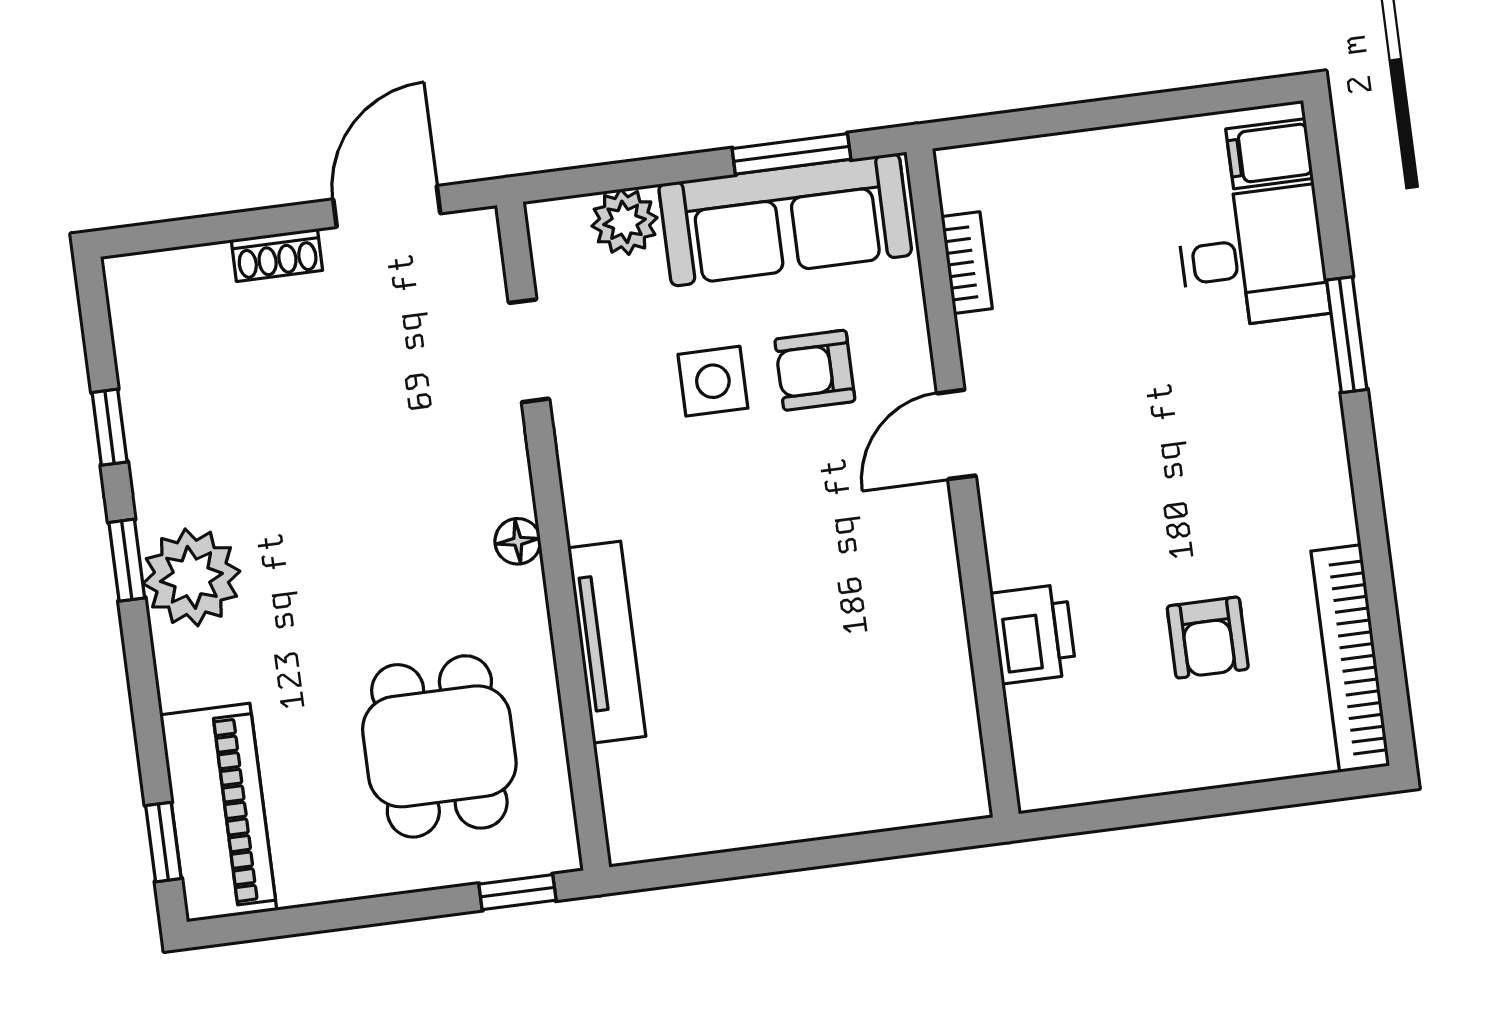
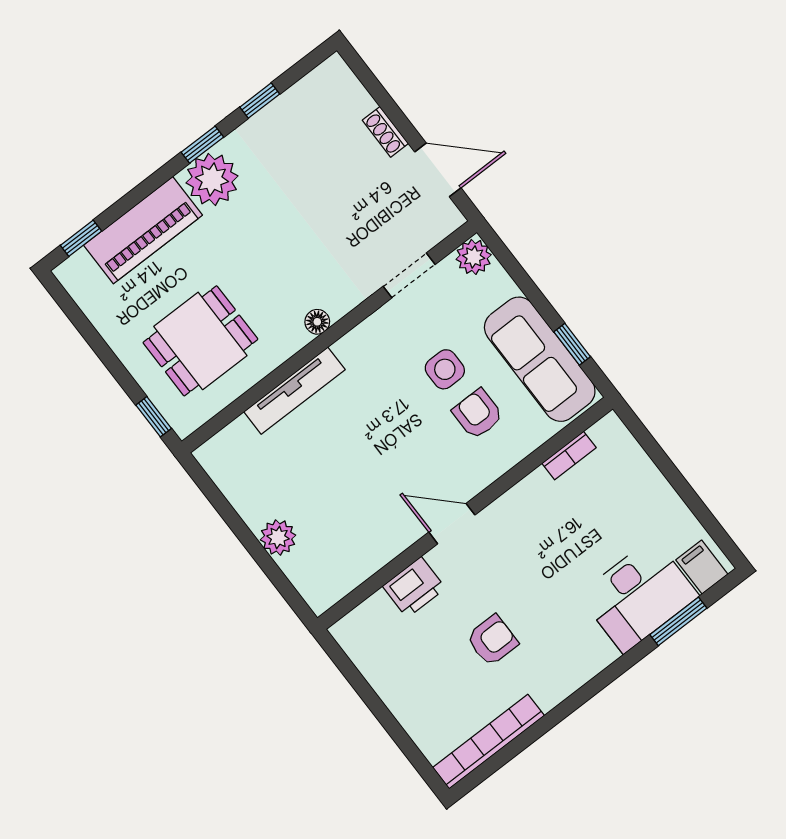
window: (791, 154) -> (572, 344), width x0.67
plant: (625, 222) -> (474, 257), moved
desk: (1253, 257) -> (639, 595), width x1.37
window: (1347, 335) -> (678, 621), moved
door: (956, 434) -> (452, 524), moved
armchair: (1208, 638) -> (492, 640), moved, turned 180
plant: (827, 805) -> (278, 537), added
piano: (218, 813) -> (143, 230), moved

